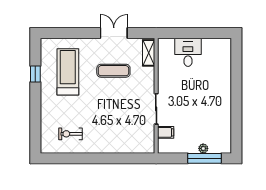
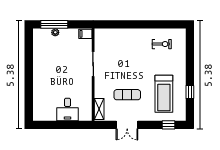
window: (62, 33) -> (169, 125), added
filing cabinet: (166, 132) -> (85, 34), moved

